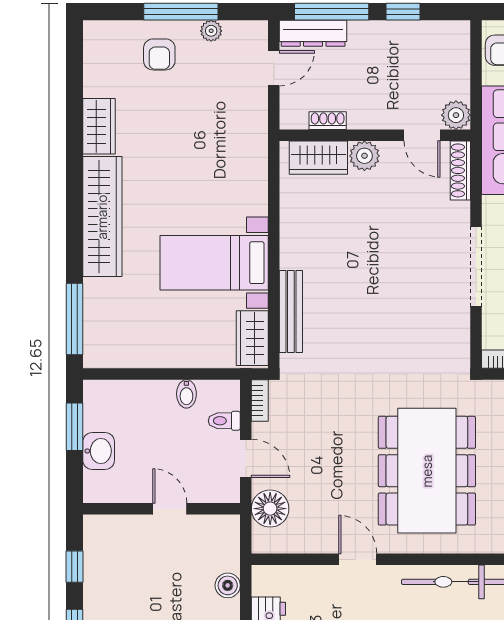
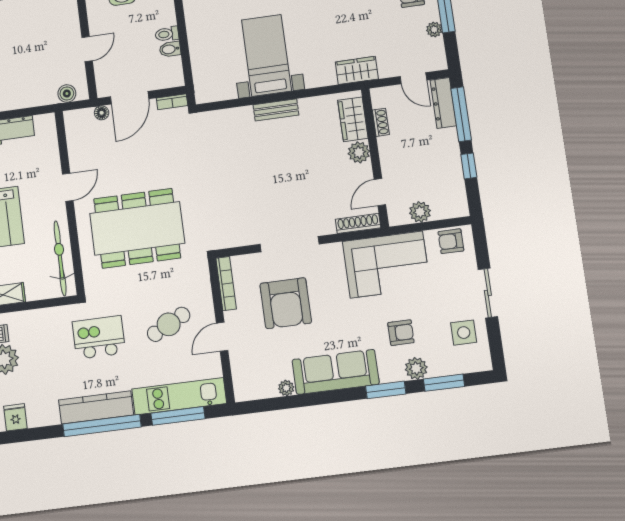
plant: (456, 115) -> (420, 212), moved
bench: (291, 311) -> (276, 110), moved, width x0.73
wardrobe: (252, 338) -> (357, 70), moved
toilet: (224, 421) -> (167, 34), moved, turned -90
door: (246, 458) -> (130, 98), width x1.38
floor lamp: (270, 509) -> (102, 113), width x0.53, depth x0.53
boiler: (228, 585) -> (67, 93), moved

